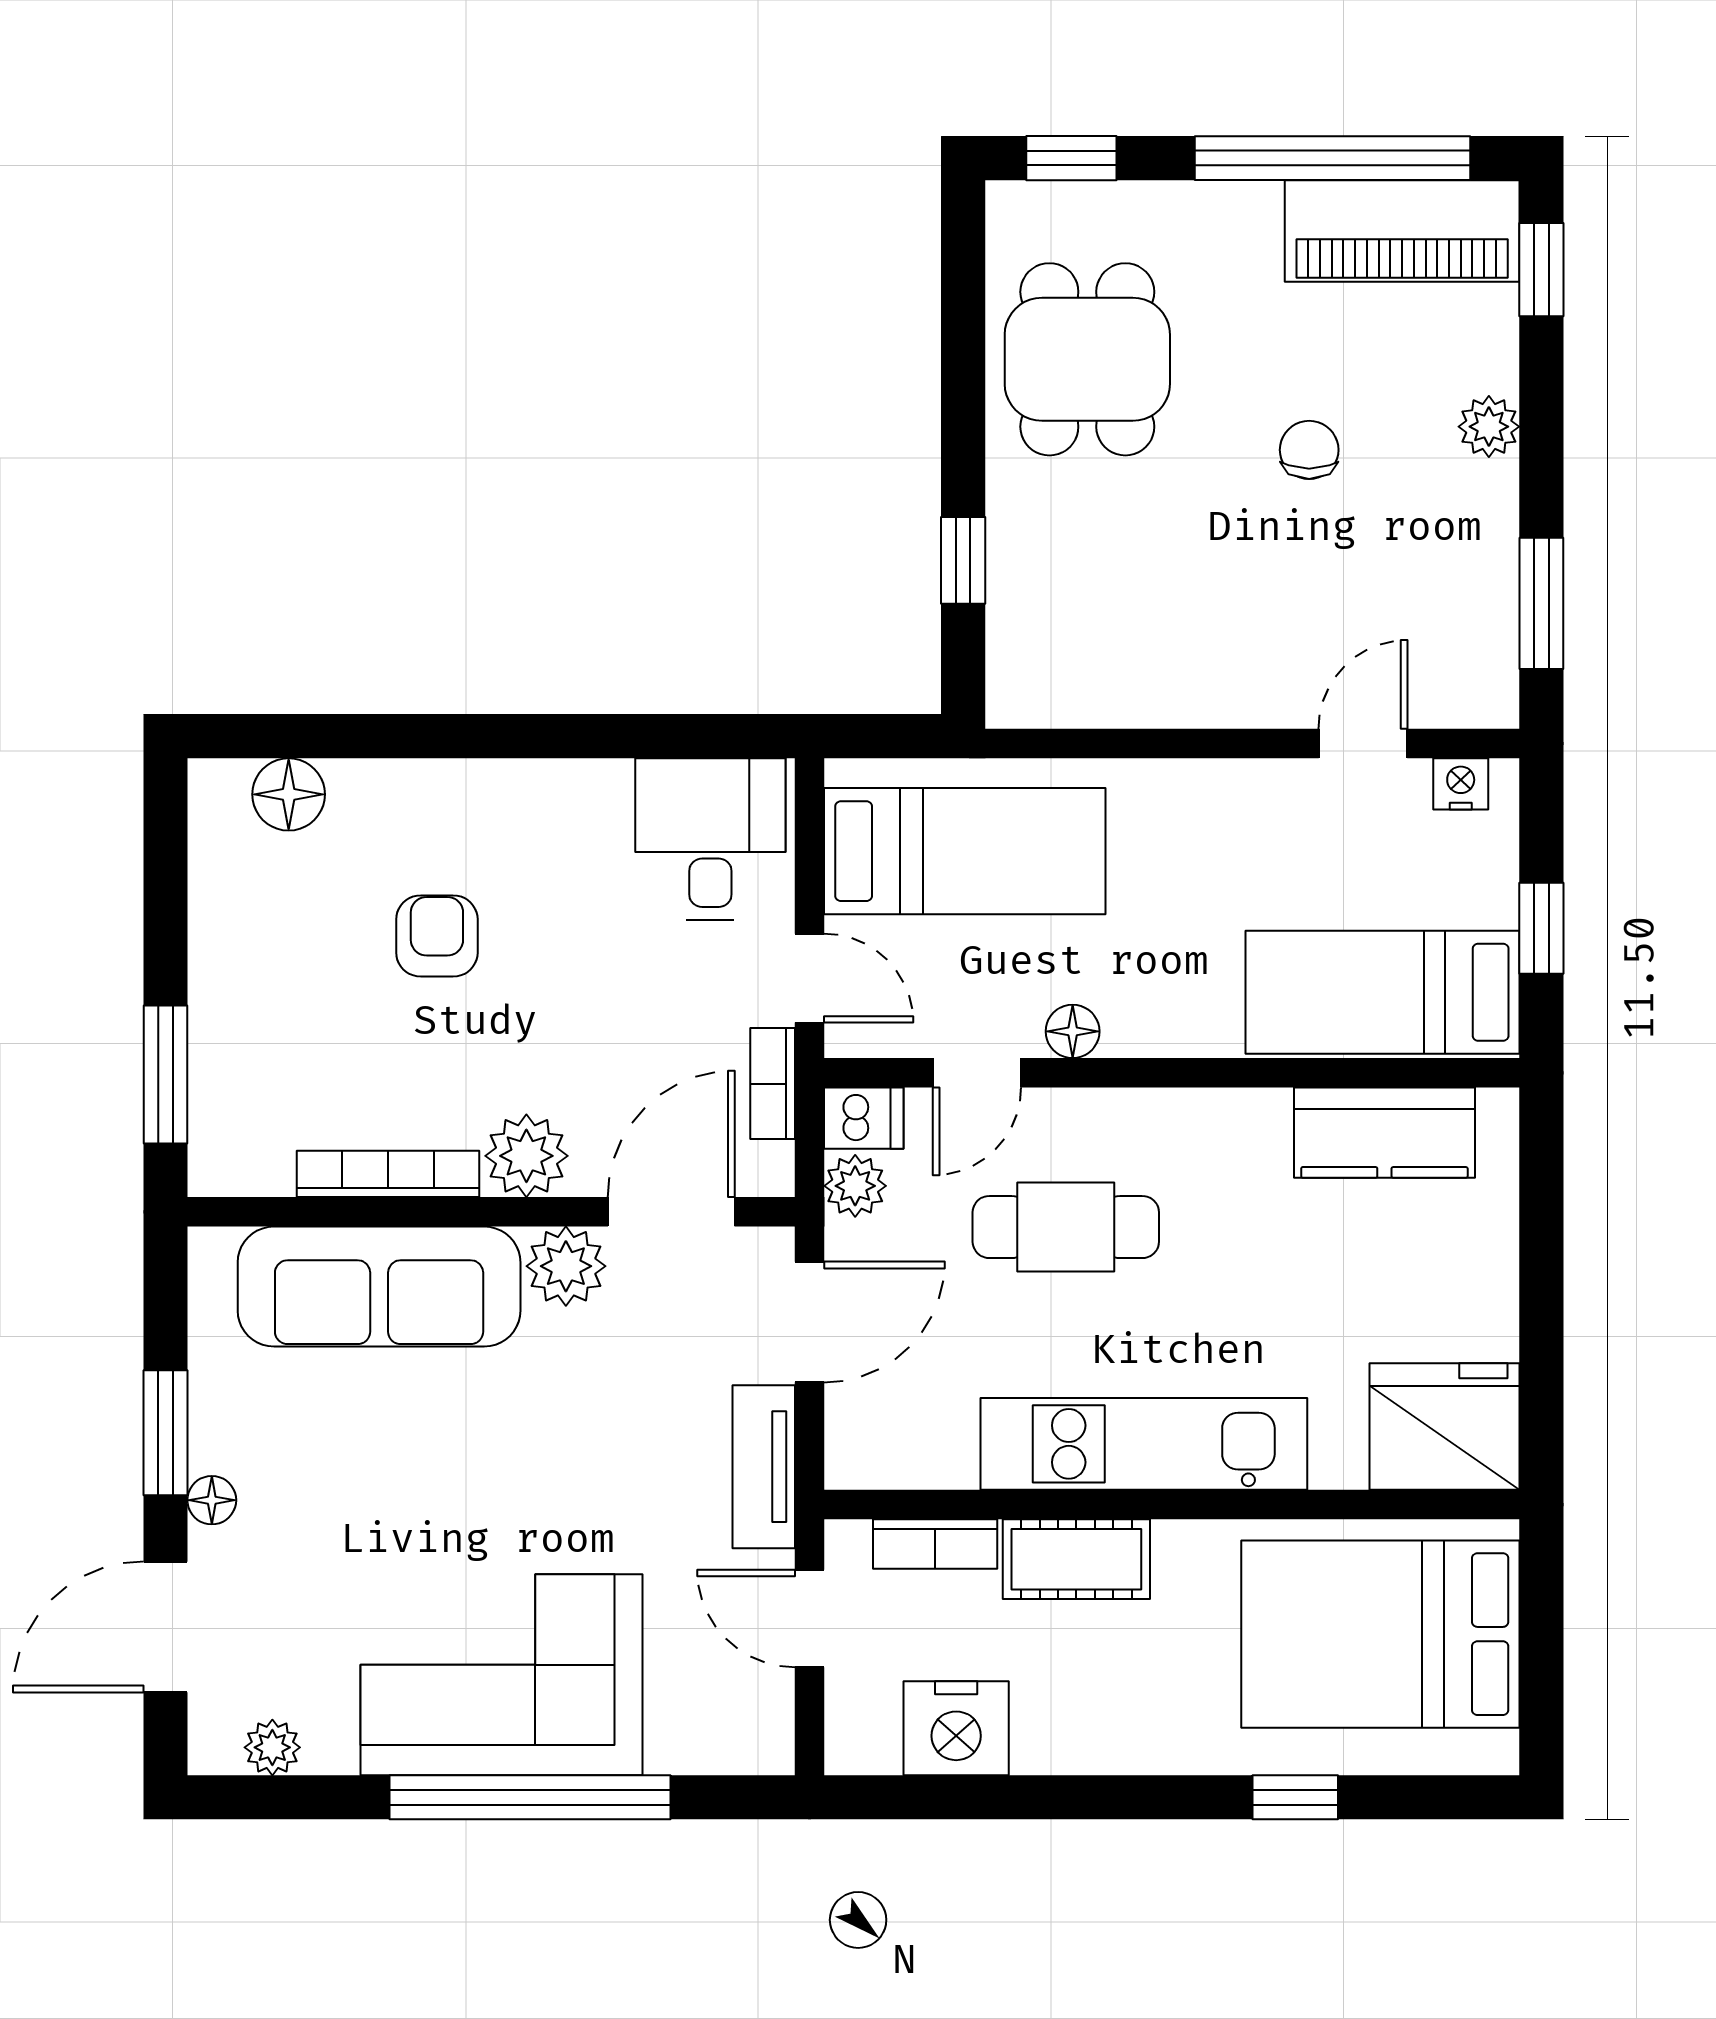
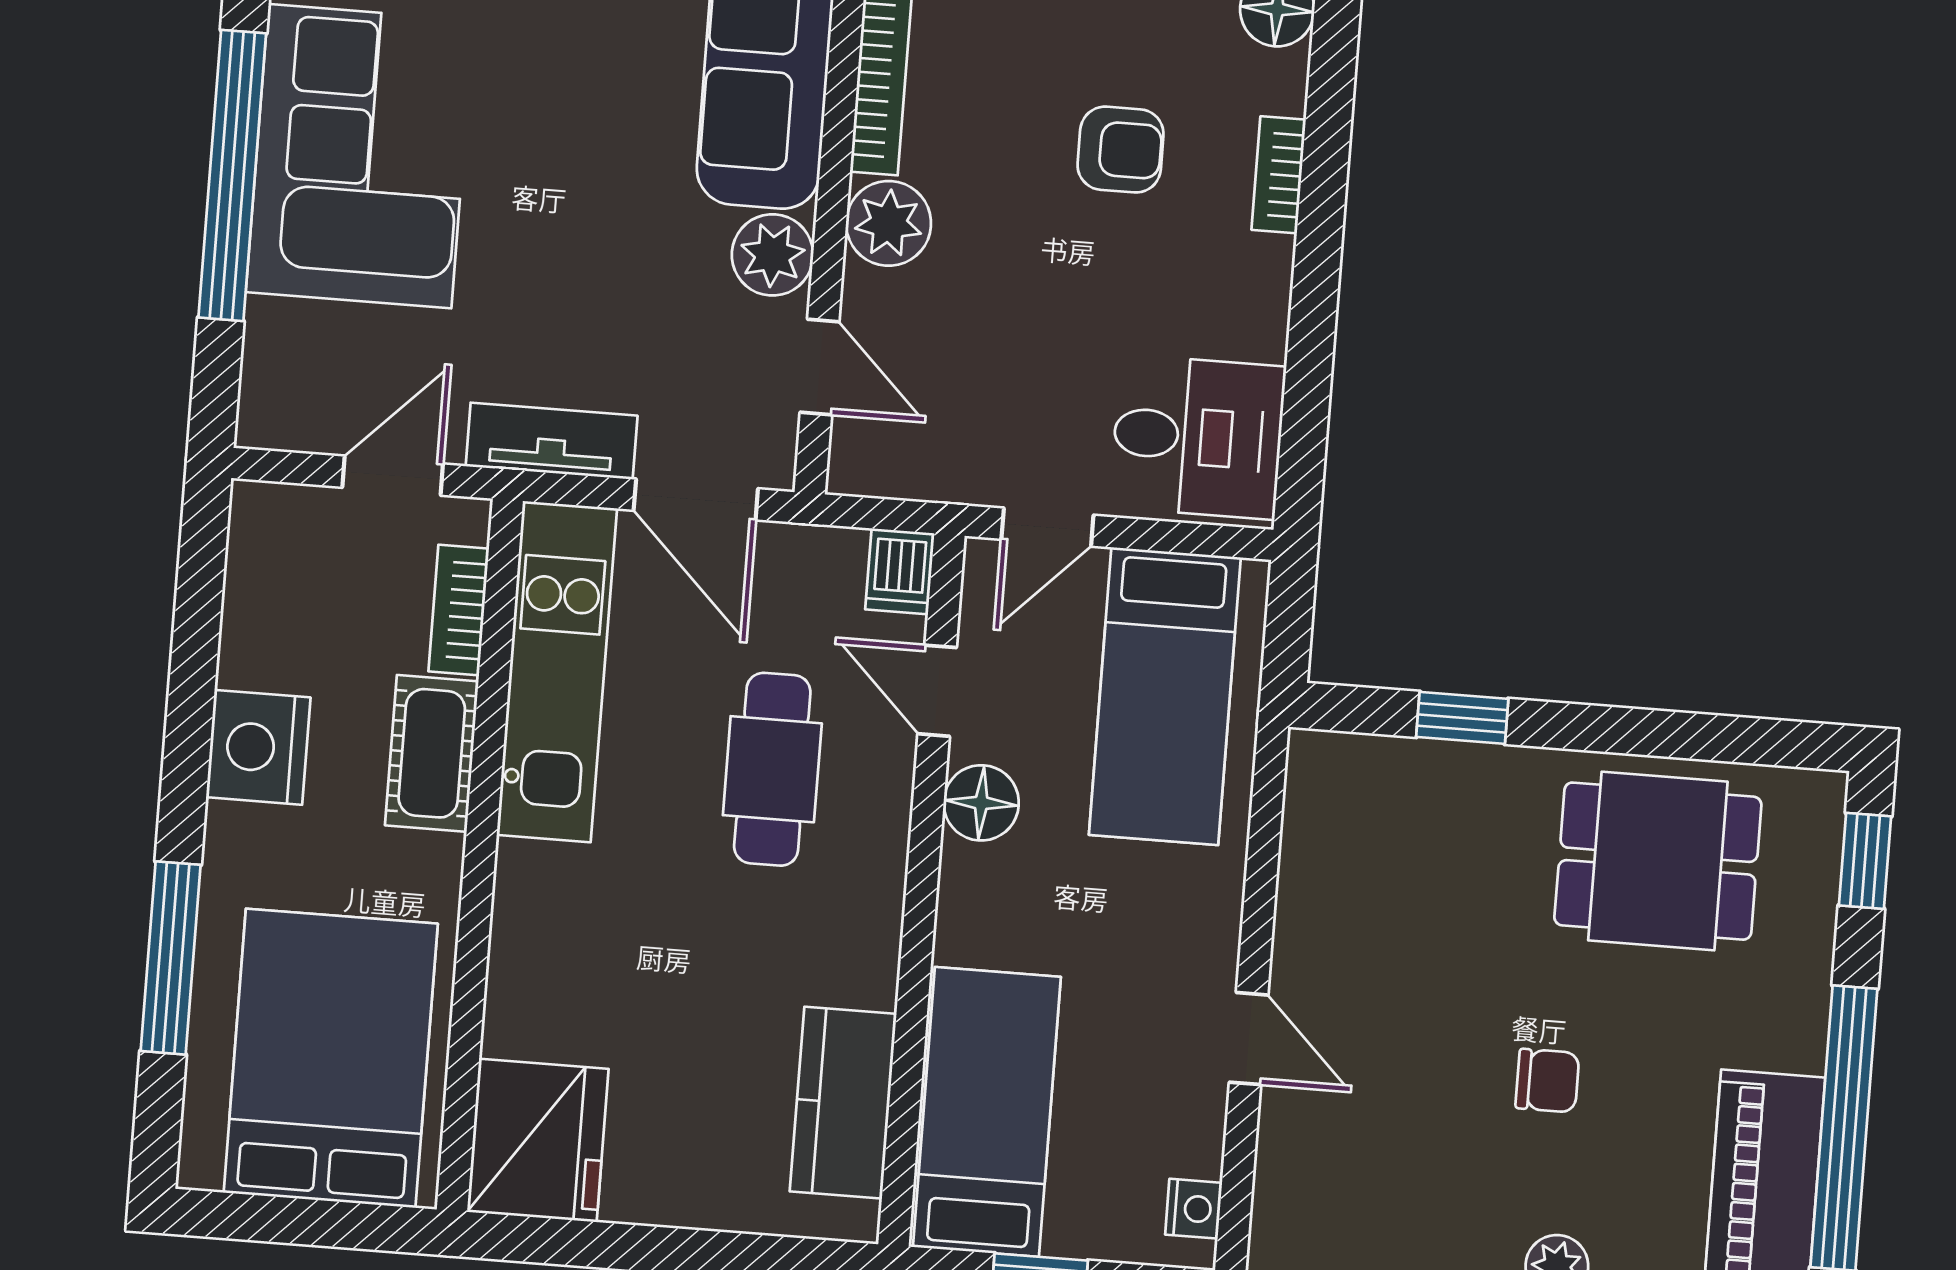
door: (1363, 743) -> (1249, 1039), moved
floor lamp: (1073, 1031) -> (981, 803), width x1.37, depth x1.37
bookcase: (773, 1084) -> (1279, 175), moved, turned -90
plant: (855, 1186) -> (831, 557), removed
door: (671, 1212) -> (820, 367), width x0.73
kitchen unit: (1144, 1444) -> (557, 672), moved
nightstand: (956, 1728) -> (258, 747), moved
window: (1295, 1797) -> (171, 958), width x2.17

